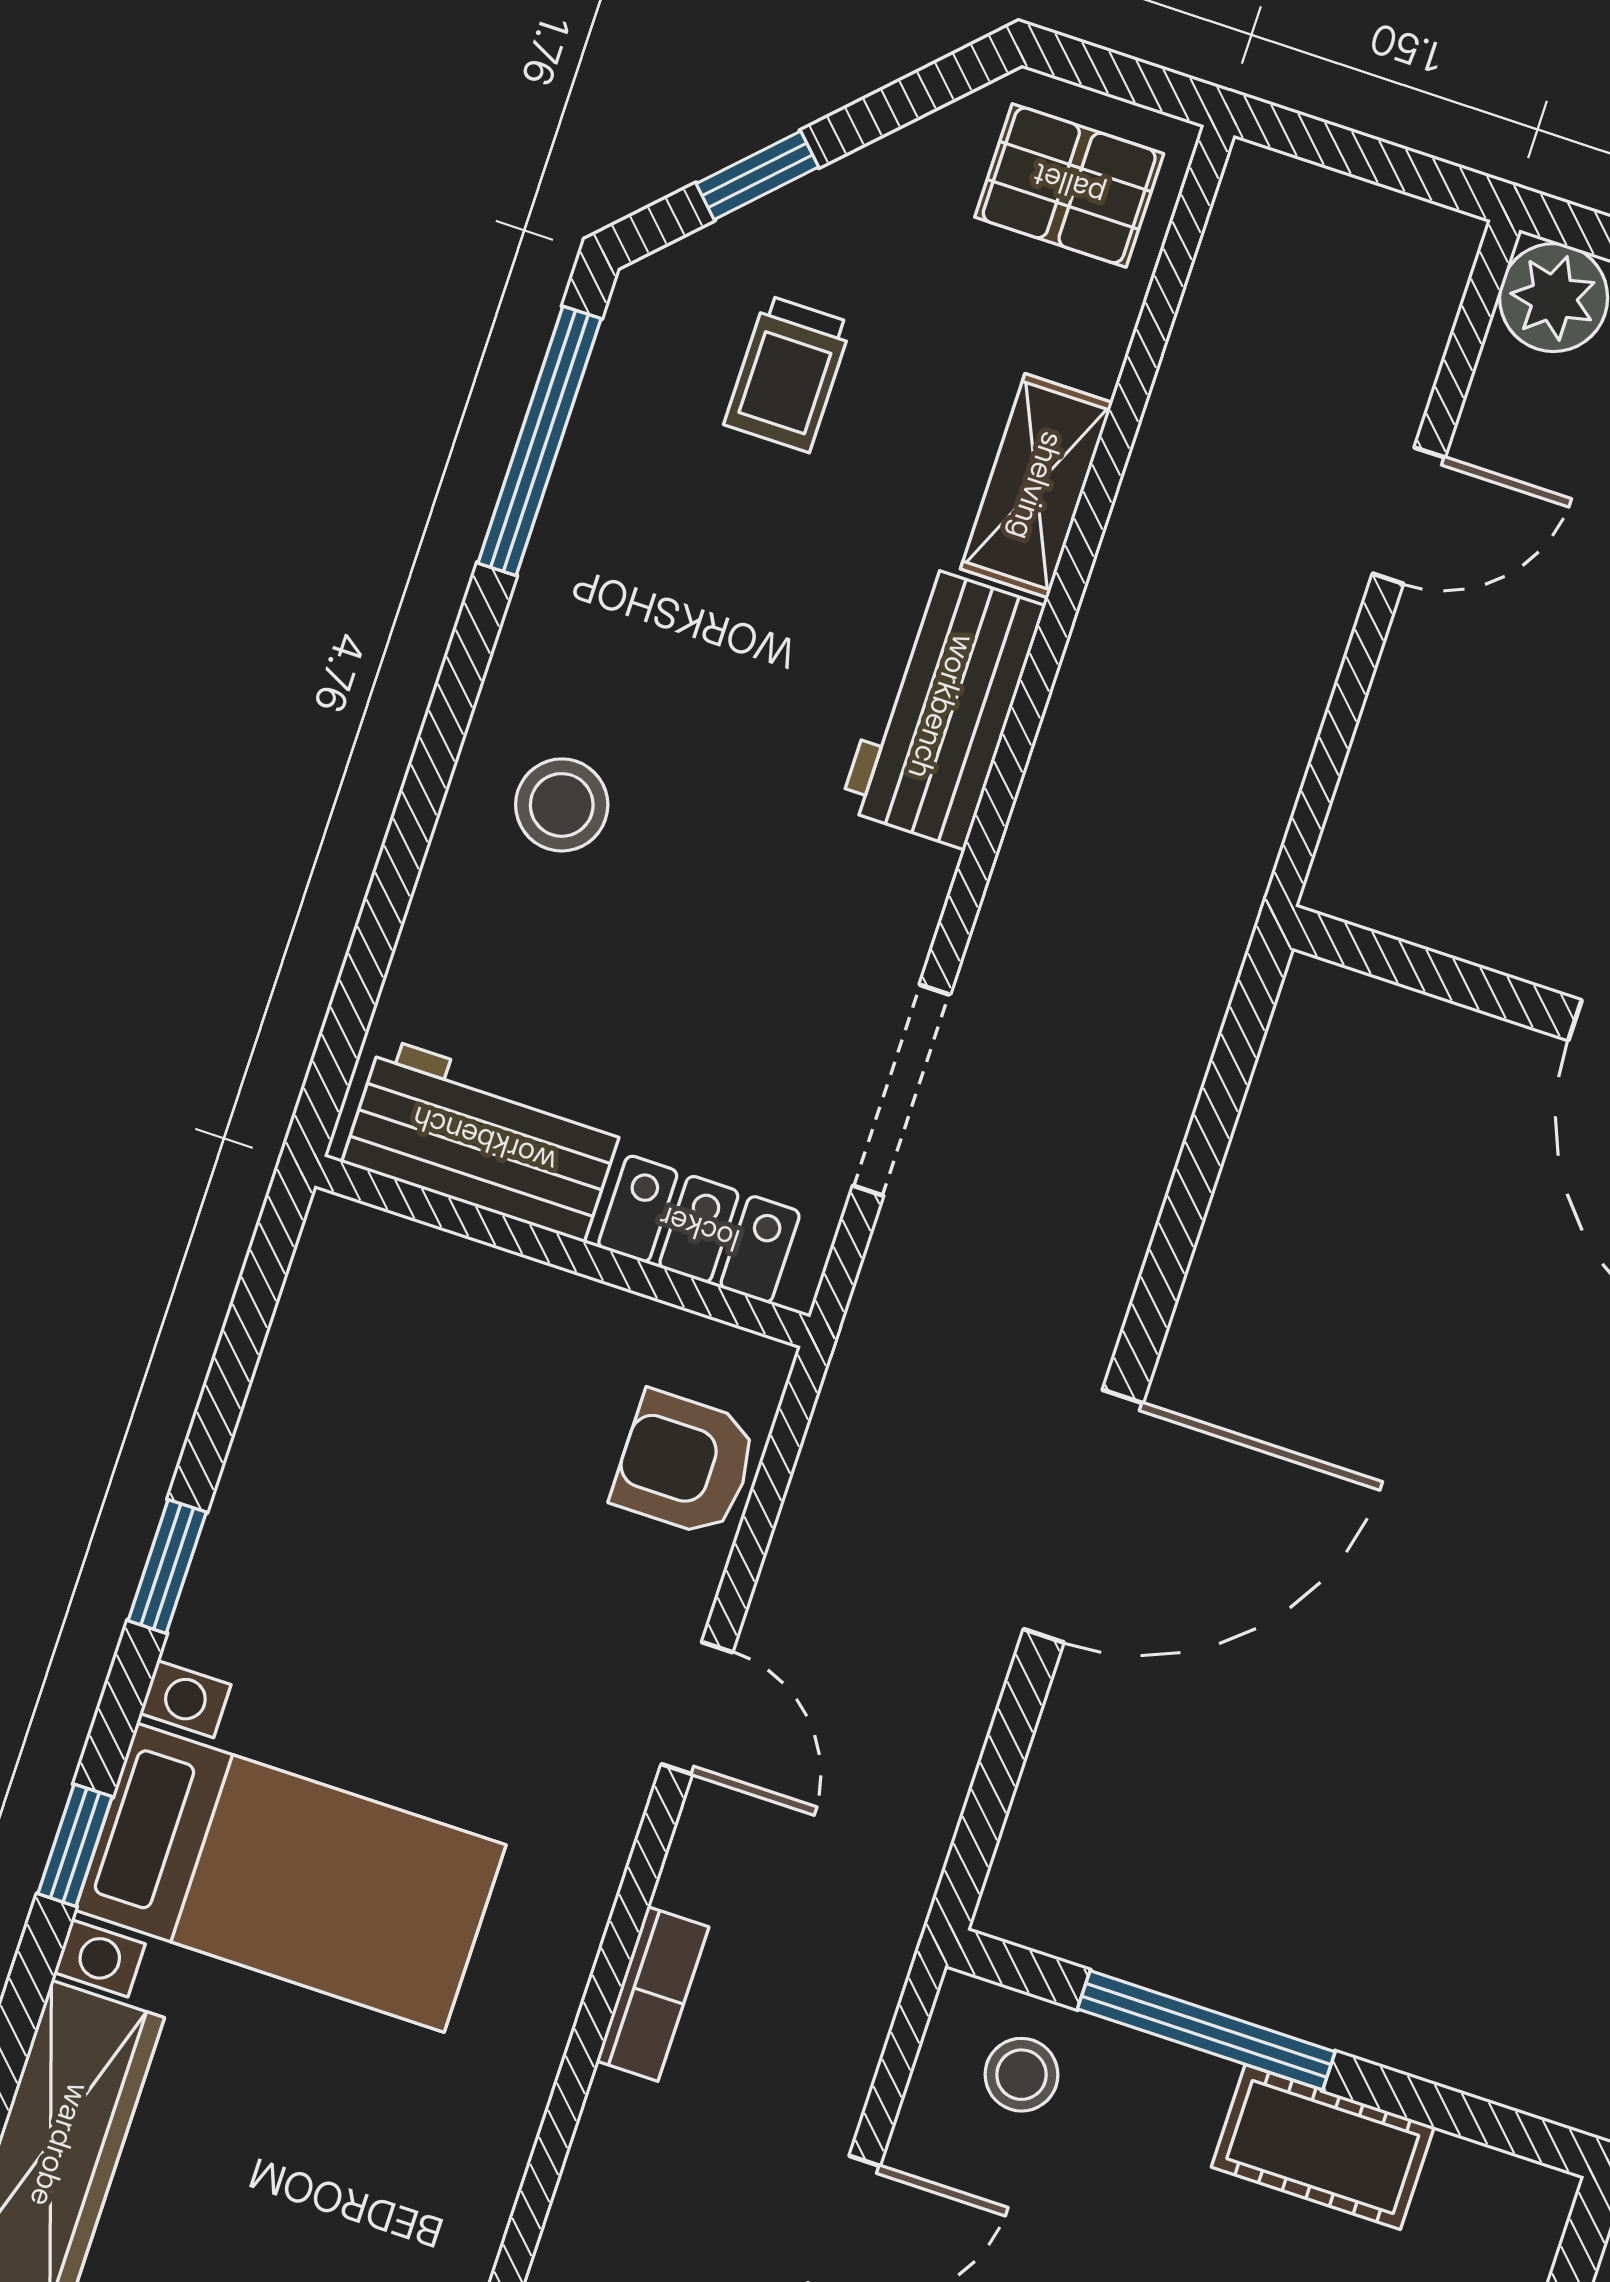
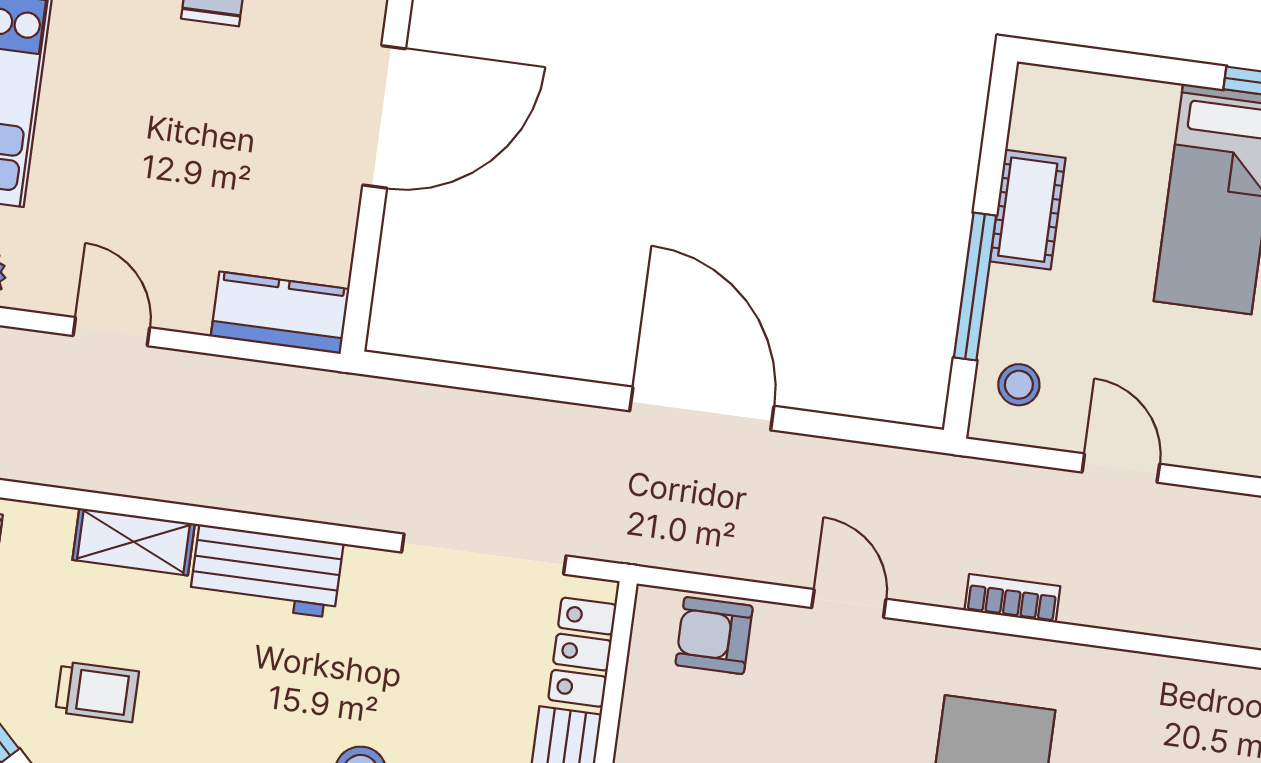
kitchen counter: (1387, 815) -> (280, 313), added
doorway: (901, 1090) -> (484, 554), width x1.36
armchair: (685, 1464) -> (714, 636), turned 90
door: (697, 1708) -> (849, 603), hinge flipped

